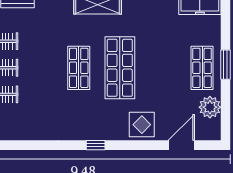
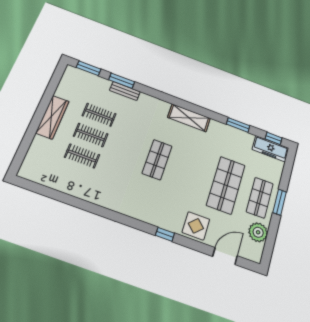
shop shelf: (120, 68) -> (226, 185), moved
window: (96, 145) -> (165, 234), moved

